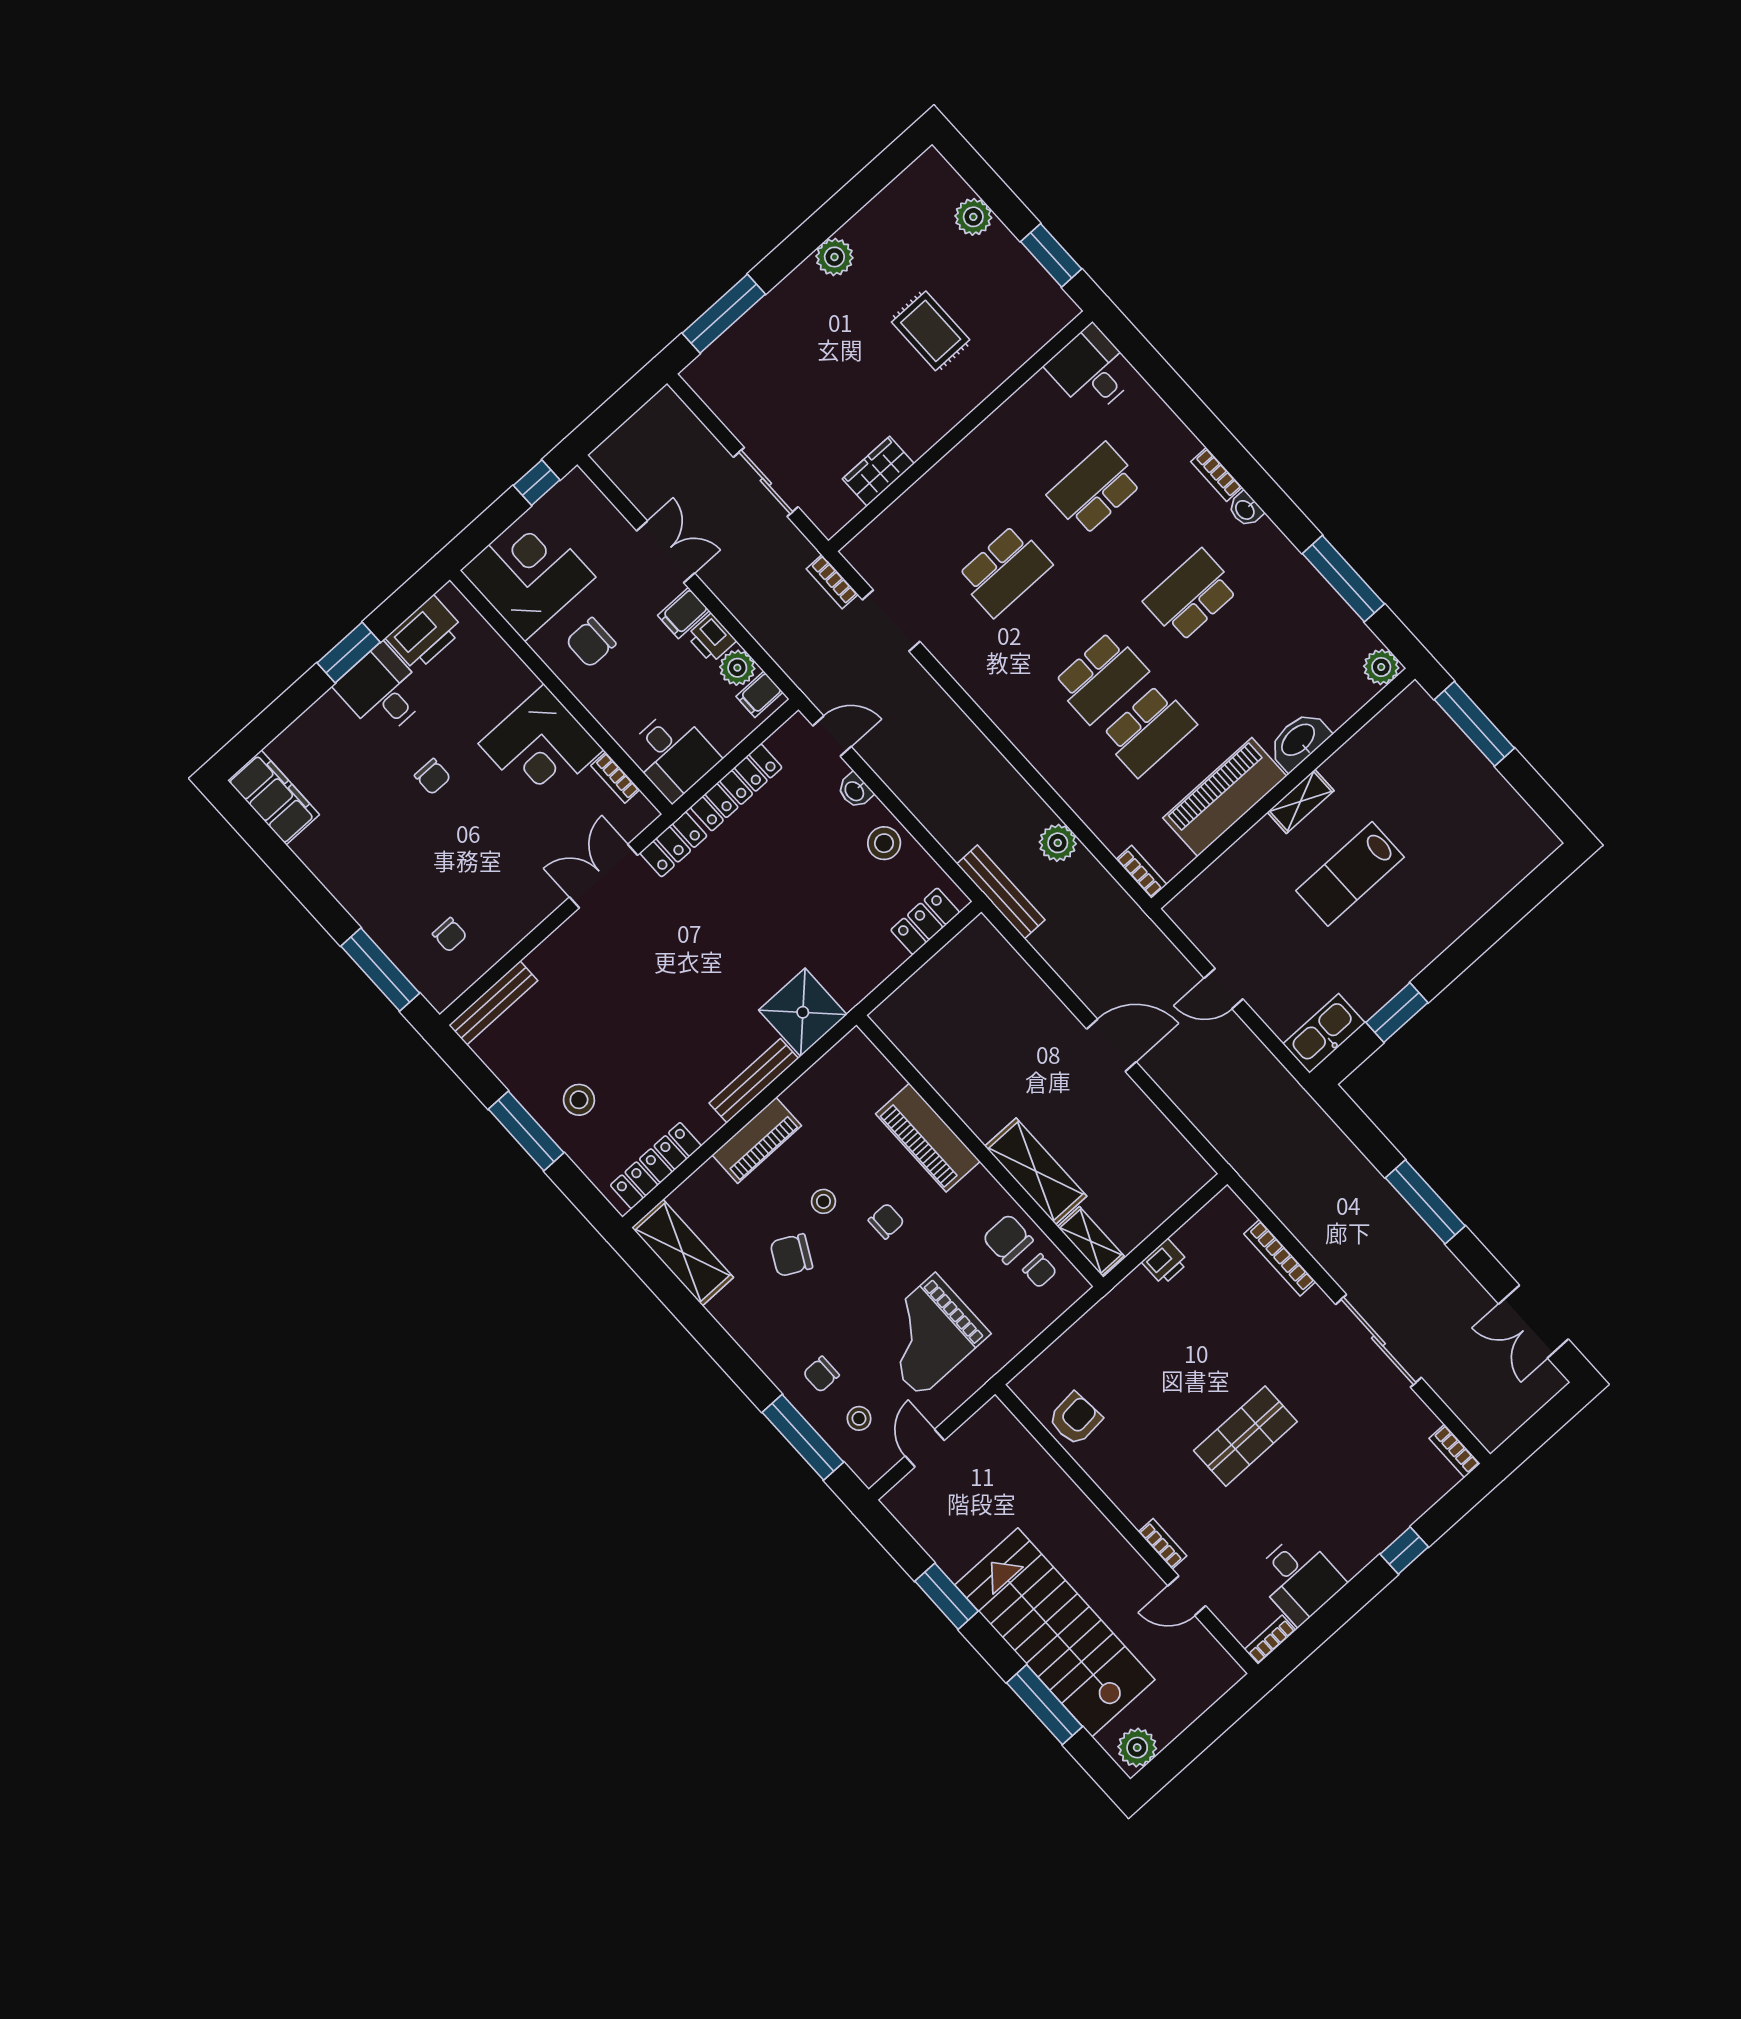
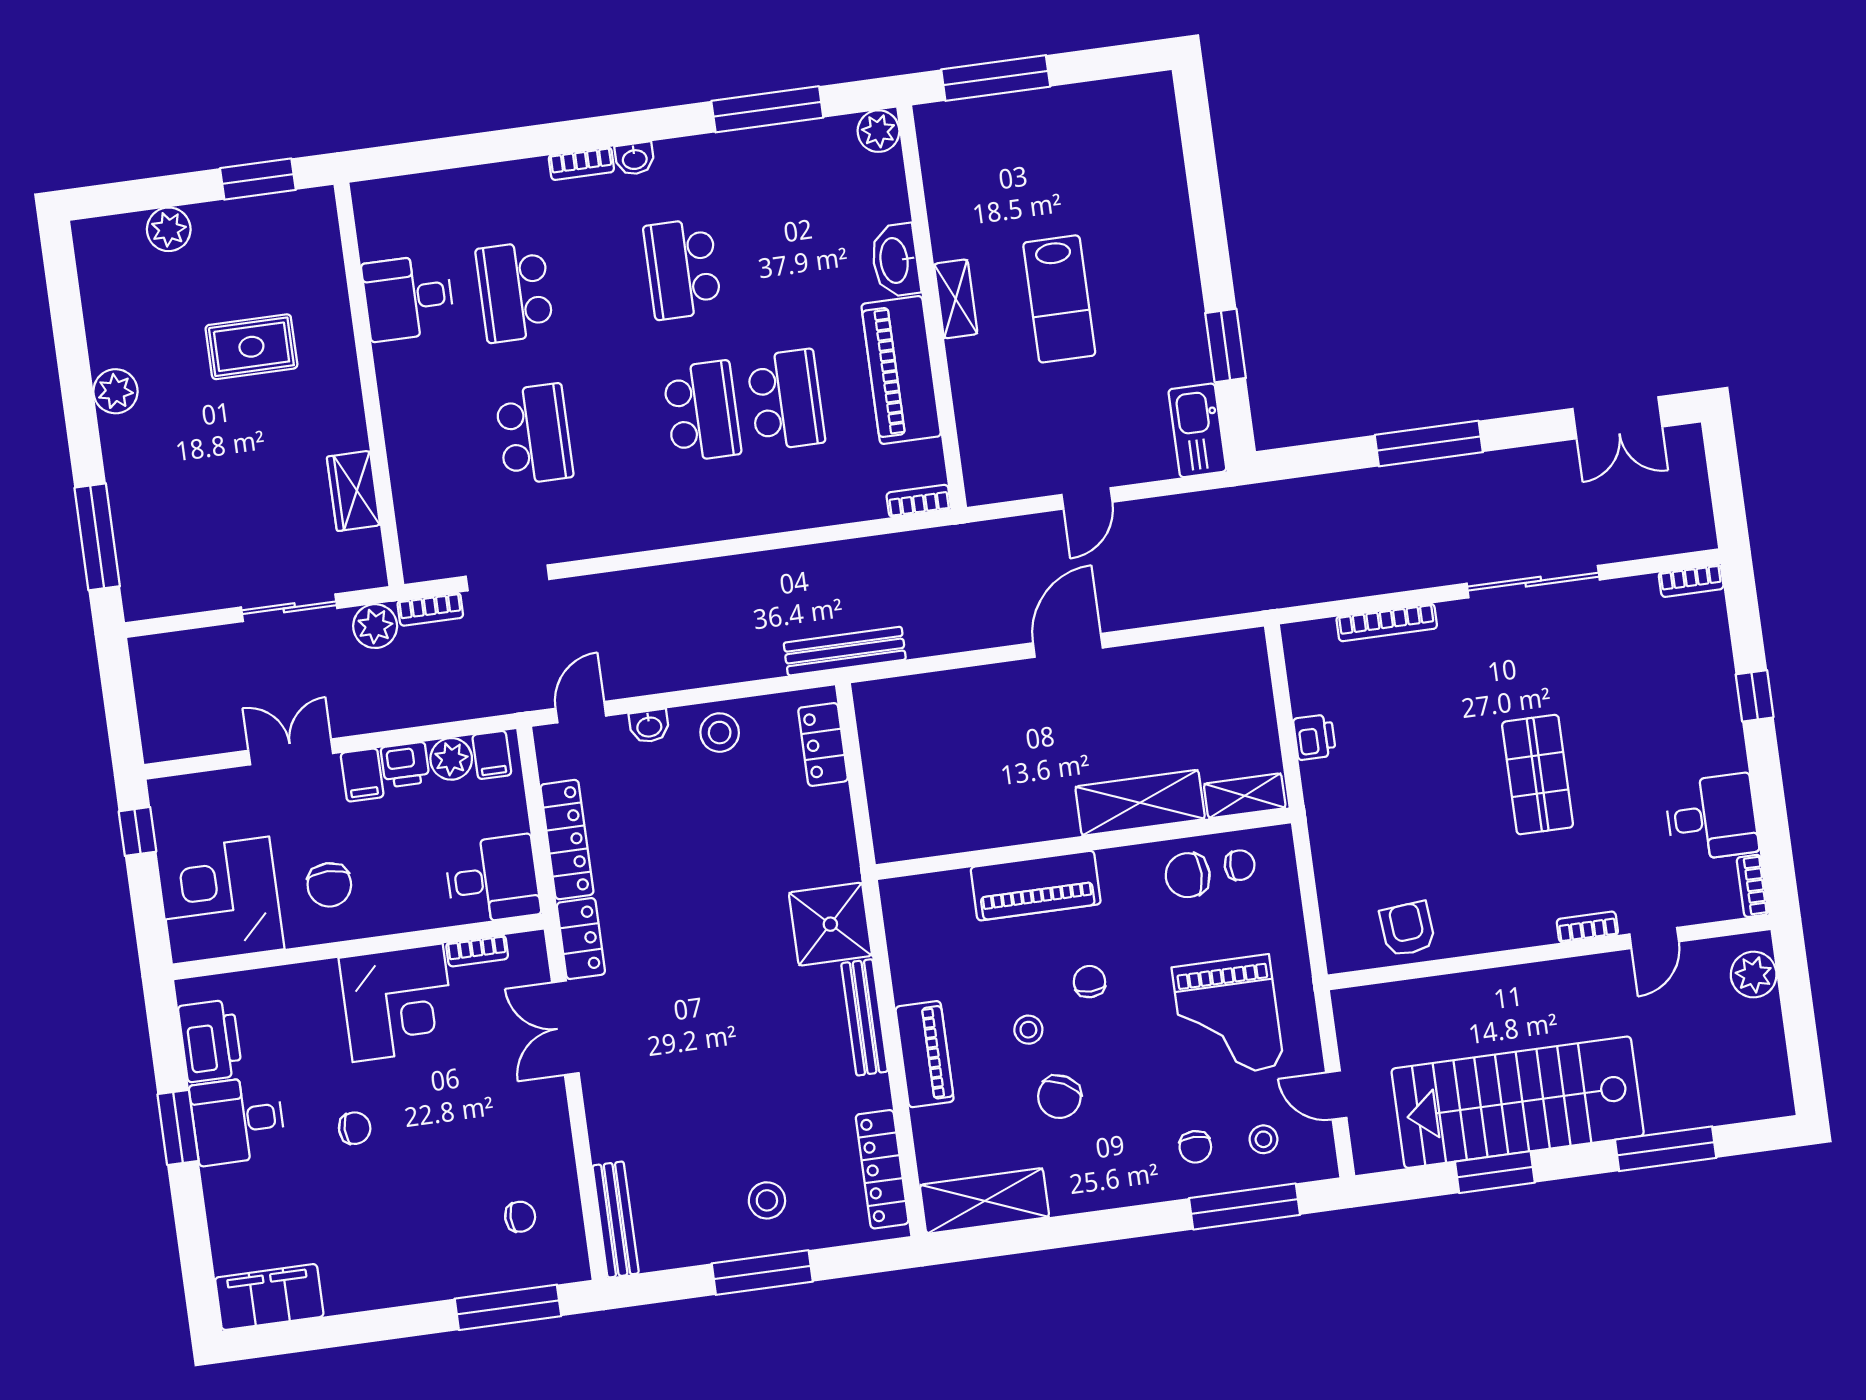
desk: (1092, 370) -> (408, 298), moved
plant: (1058, 843) -> (375, 626), moved
stairs: (1055, 1632) -> (1518, 1102), moved
plant: (1137, 1748) -> (1754, 975), moved

